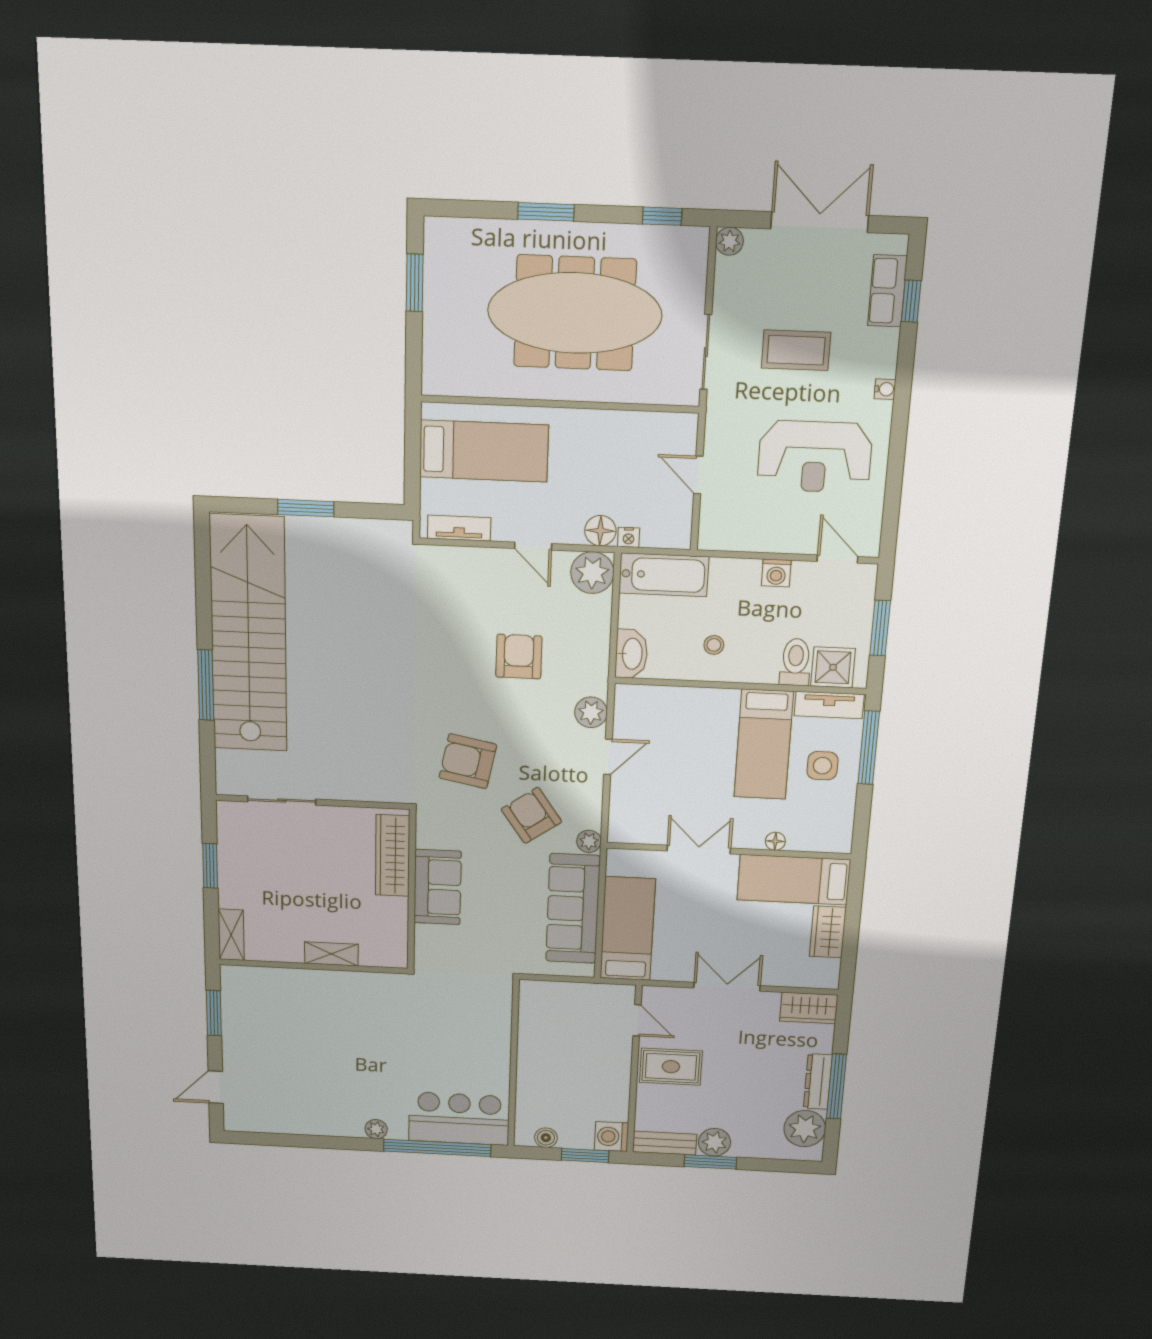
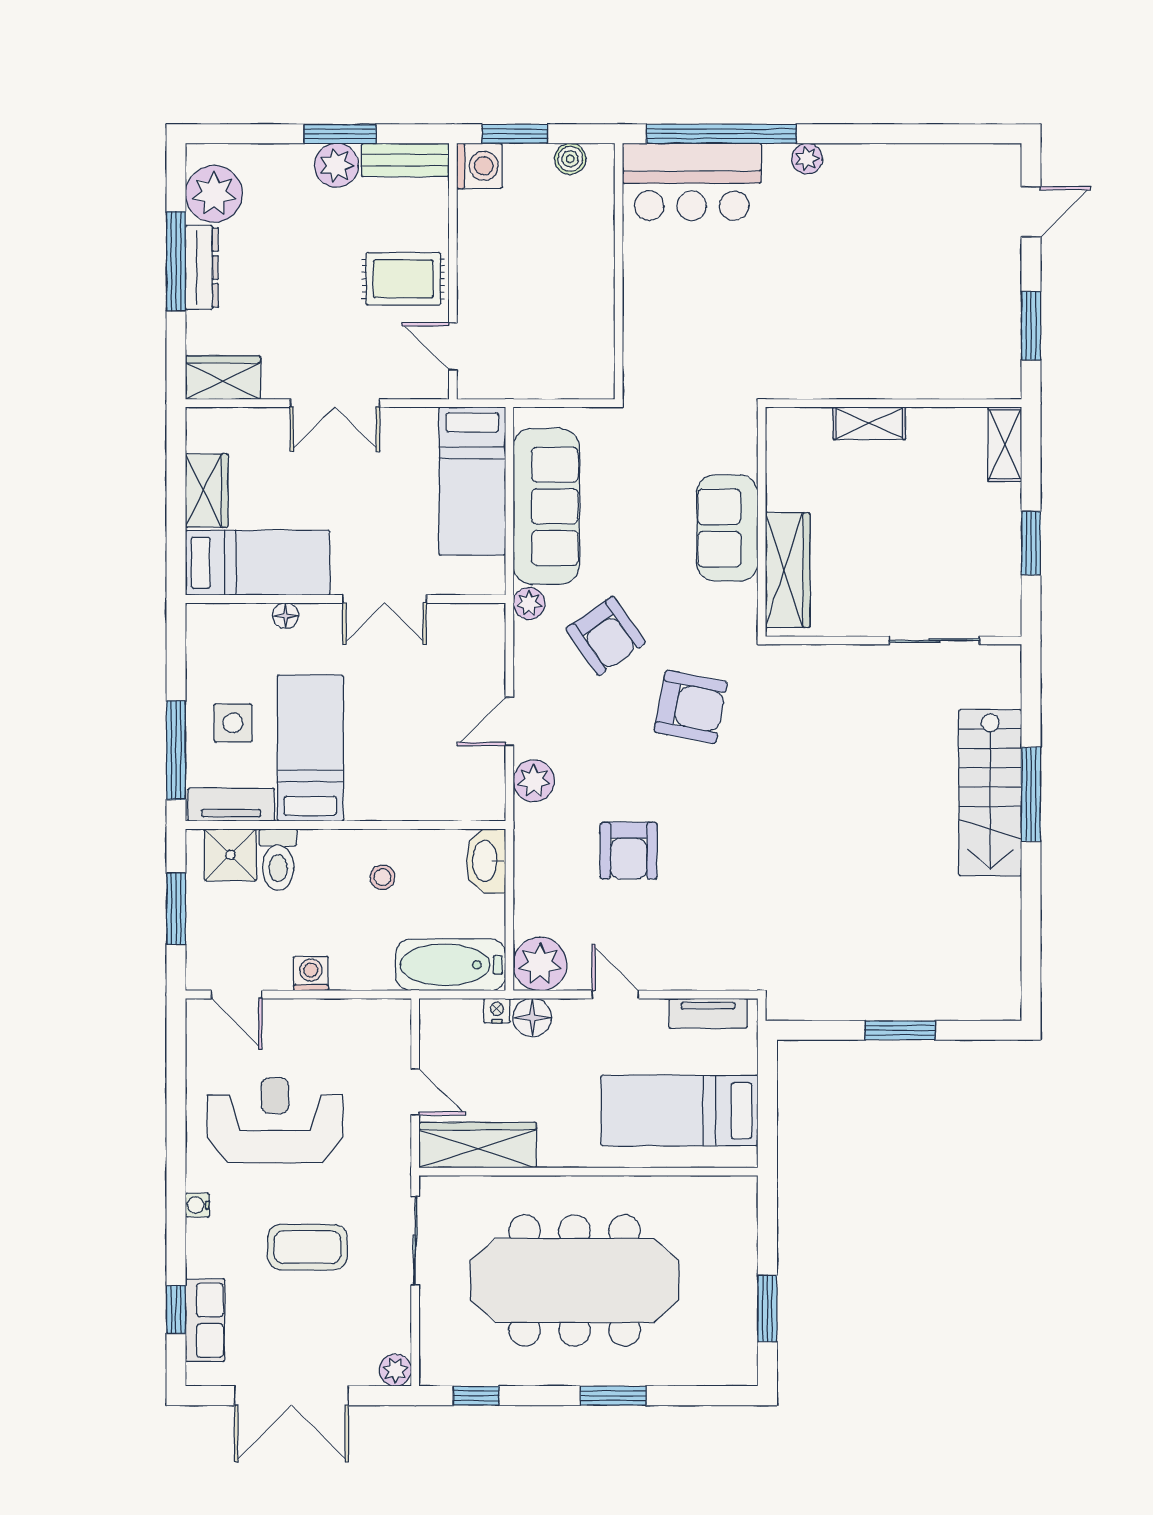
wardrobe: (650, 430) -> (478, 1145), added
stairs: (249, 634) -> (990, 793), width x0.54, depth x0.66

